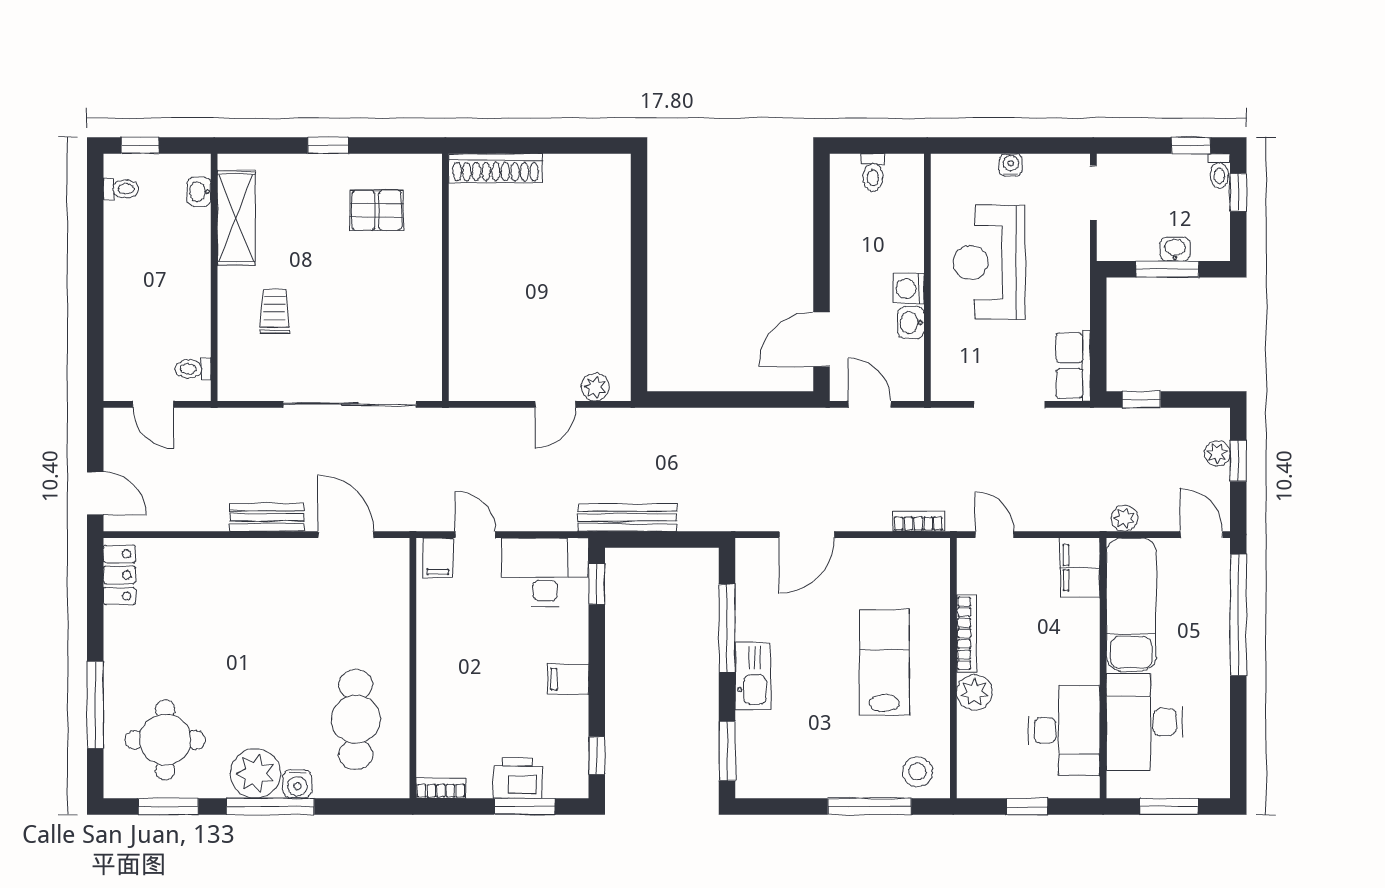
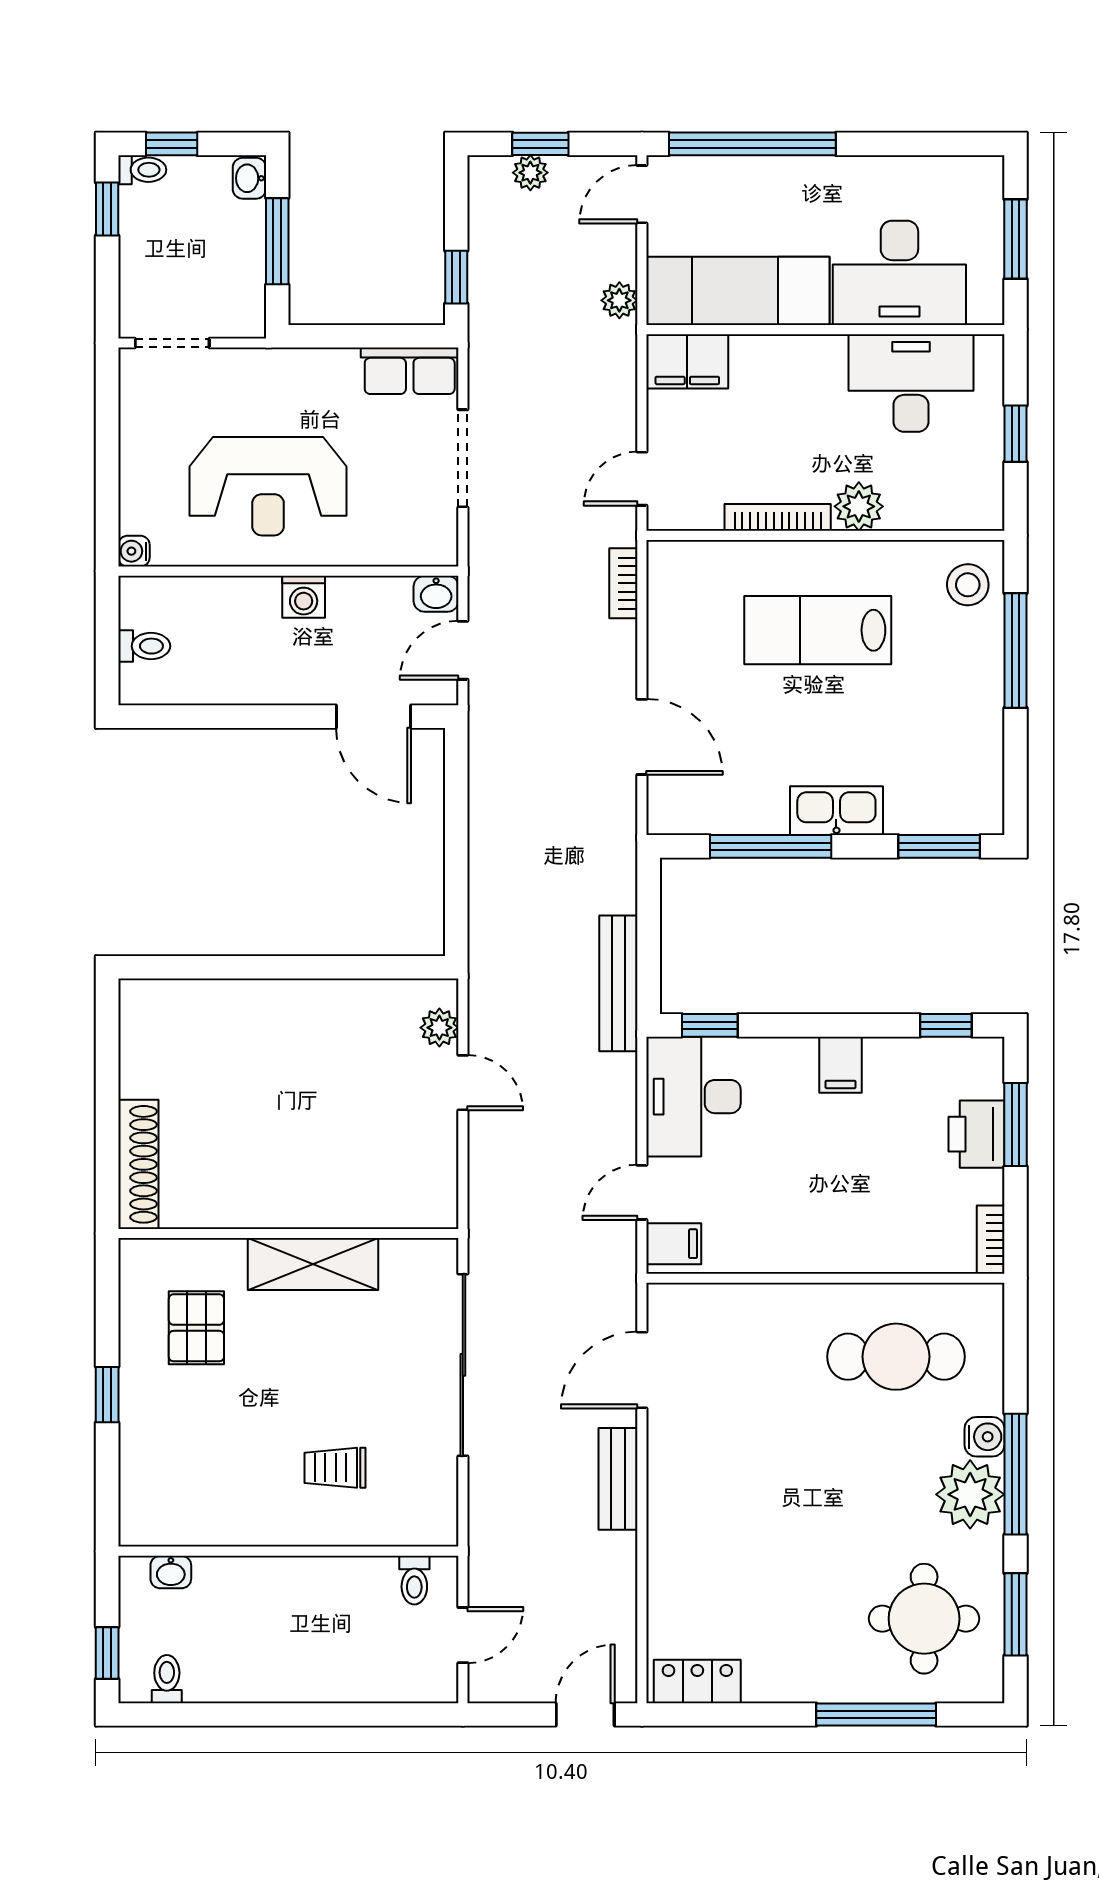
water cooler: (1011, 165) -> (134, 551), moved
shelving: (236, 218) -> (313, 1264), moved
washbasin: (1175, 249) -> (249, 178), moved
washbasin: (911, 323) -> (436, 594), moved

